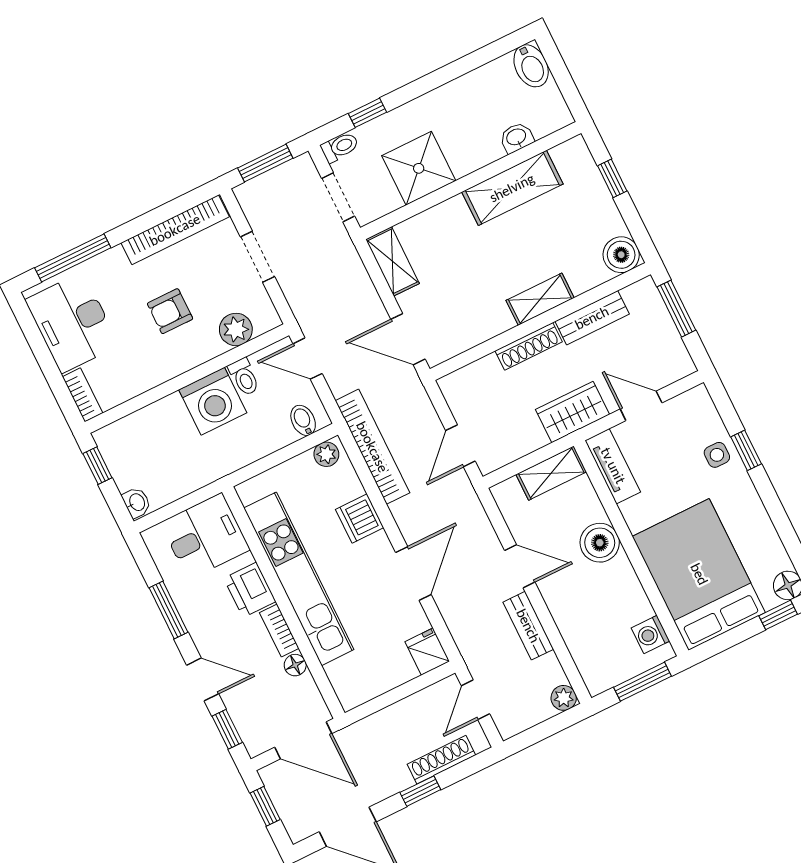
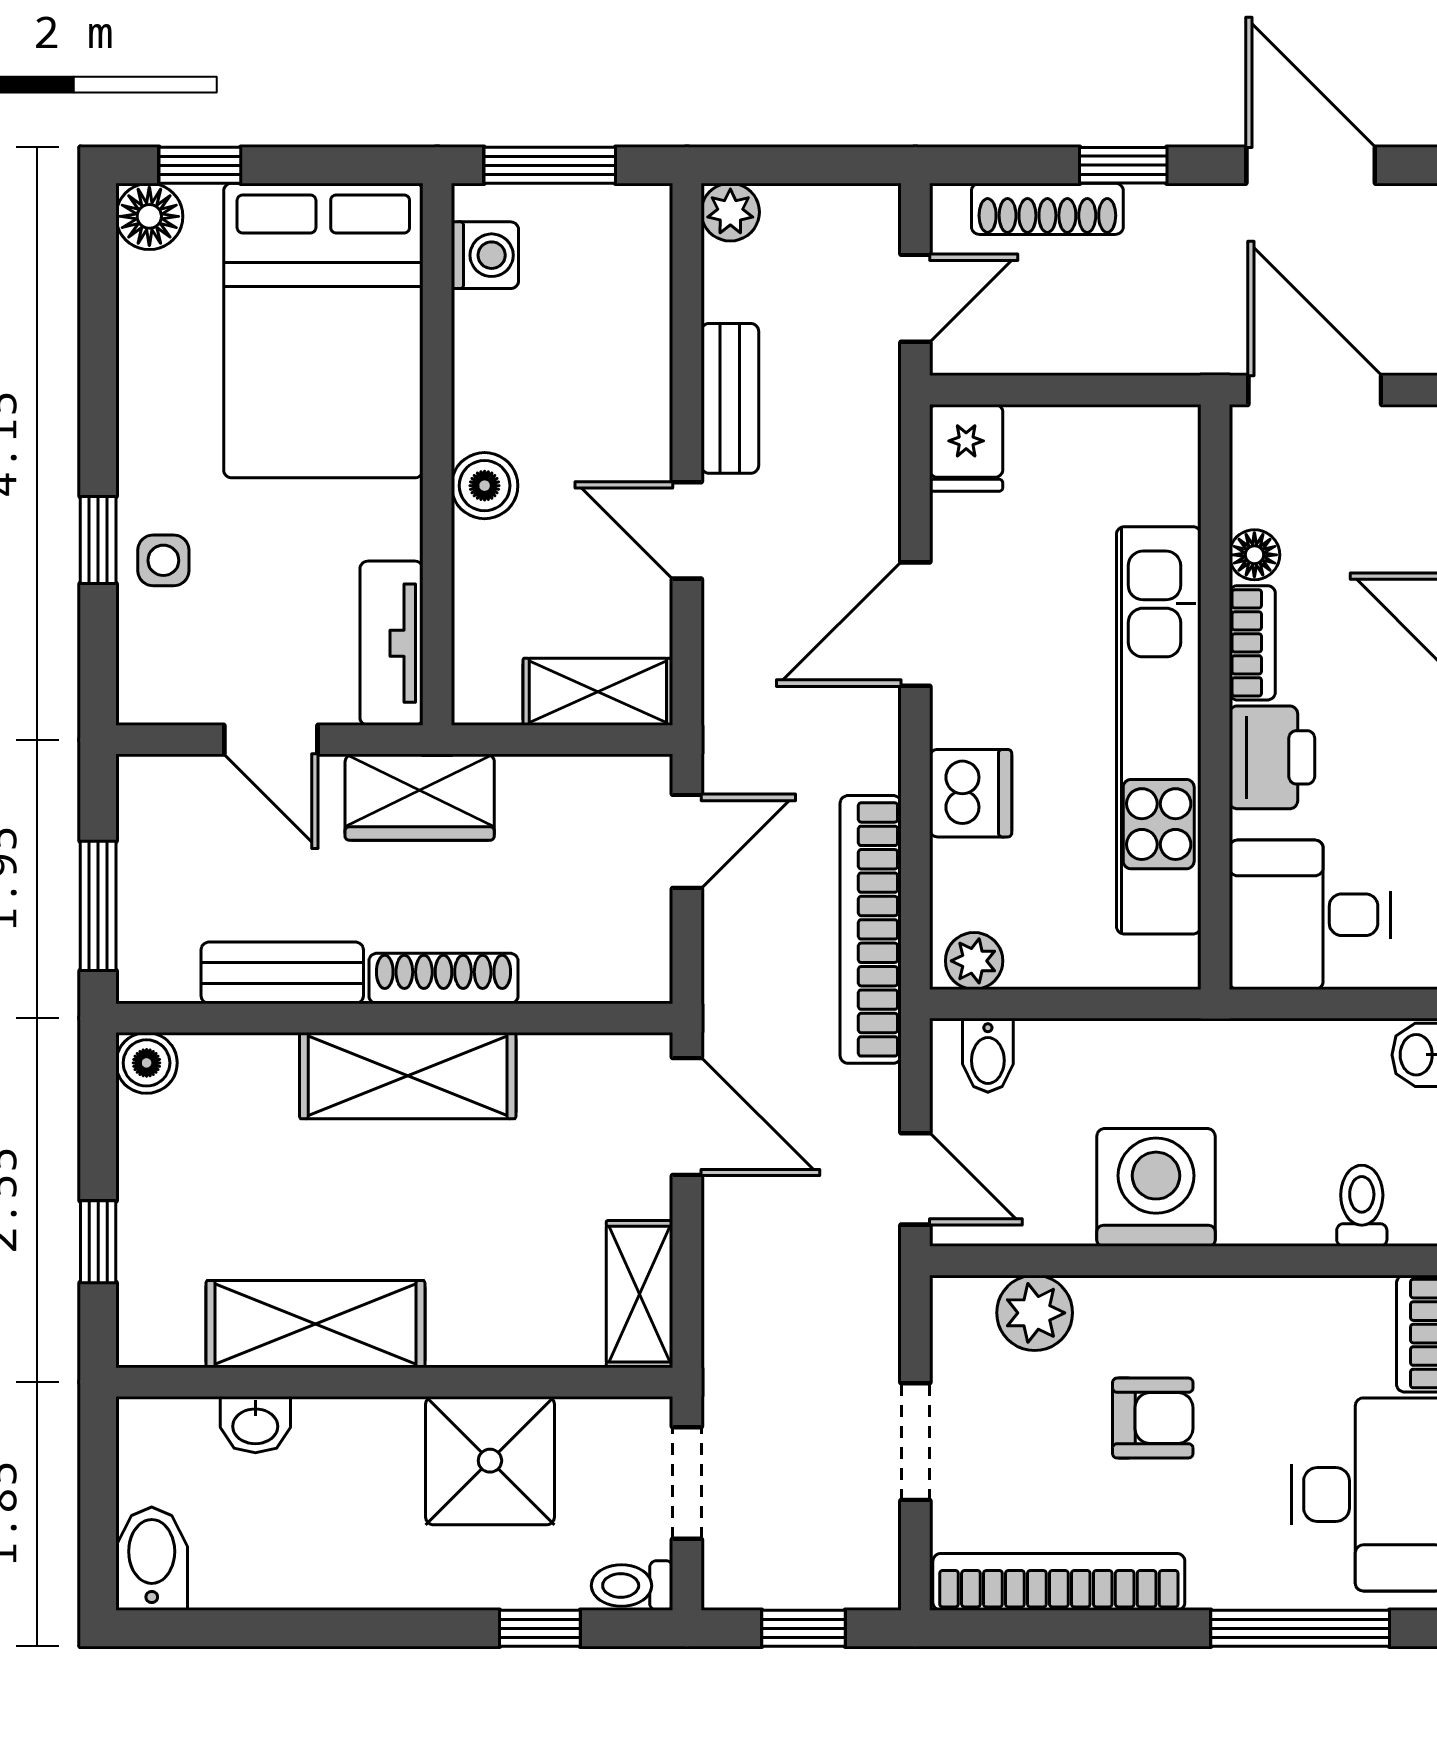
window: (265, 163) -> (804, 1628), width x0.67
boiler: (621, 255) -> (147, 1063), width x0.73, depth x0.73
shelving: (540, 299) -> (408, 1076), width x1.50, depth x1.33
toilet: (244, 377) -> (1362, 1206), moved
shelving: (551, 473) -> (598, 692), moved
boiler: (600, 543) -> (485, 486), width x0.73, depth x0.73

